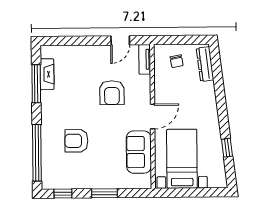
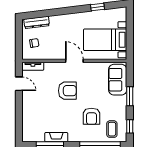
fireplace: (47, 74) -> (56, 137), moved
armchair: (112, 93) -> (67, 91), moved
sofa: (139, 152) -> (118, 80), moved, turned 90
coffee table: (59, 169) -> (112, 129), added

